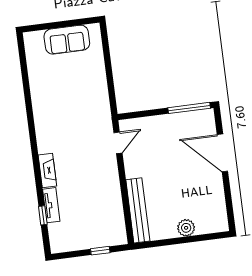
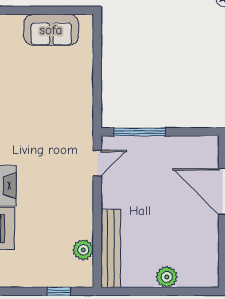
window: (189, 108) -> (140, 132), moved
plant: (116, 215) -> (83, 250), added

